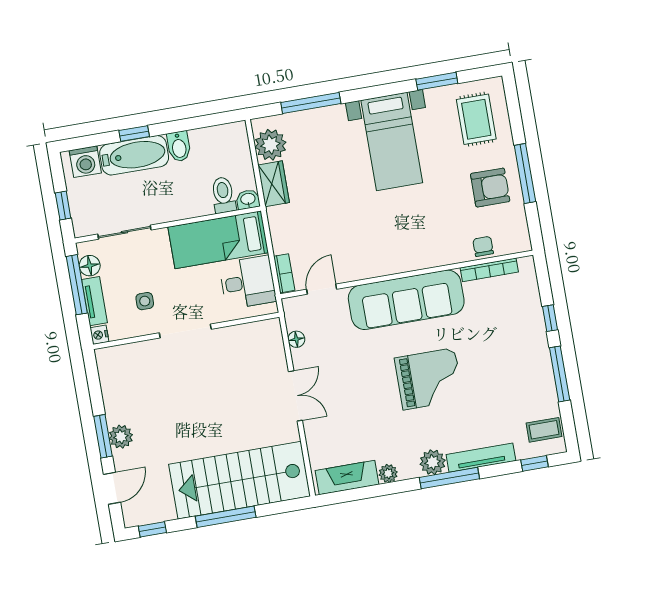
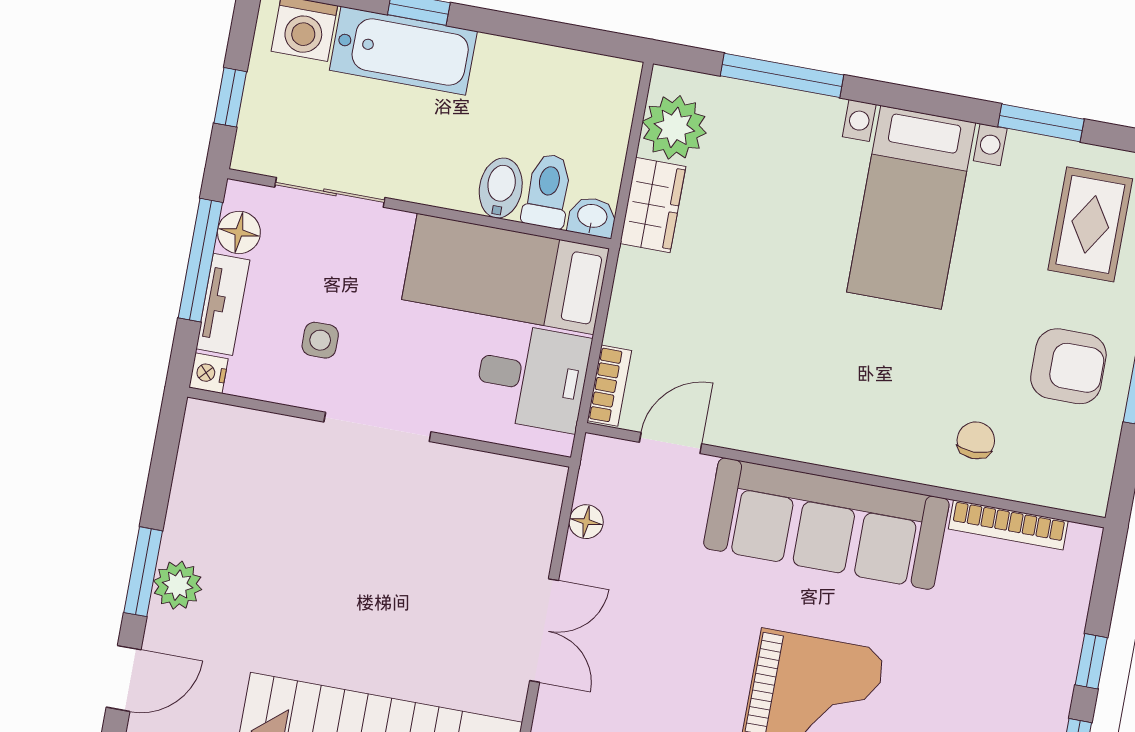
bidet: (179, 146) -> (501, 188), moved, turned 180
chair: (483, 246) -> (976, 440), moved

